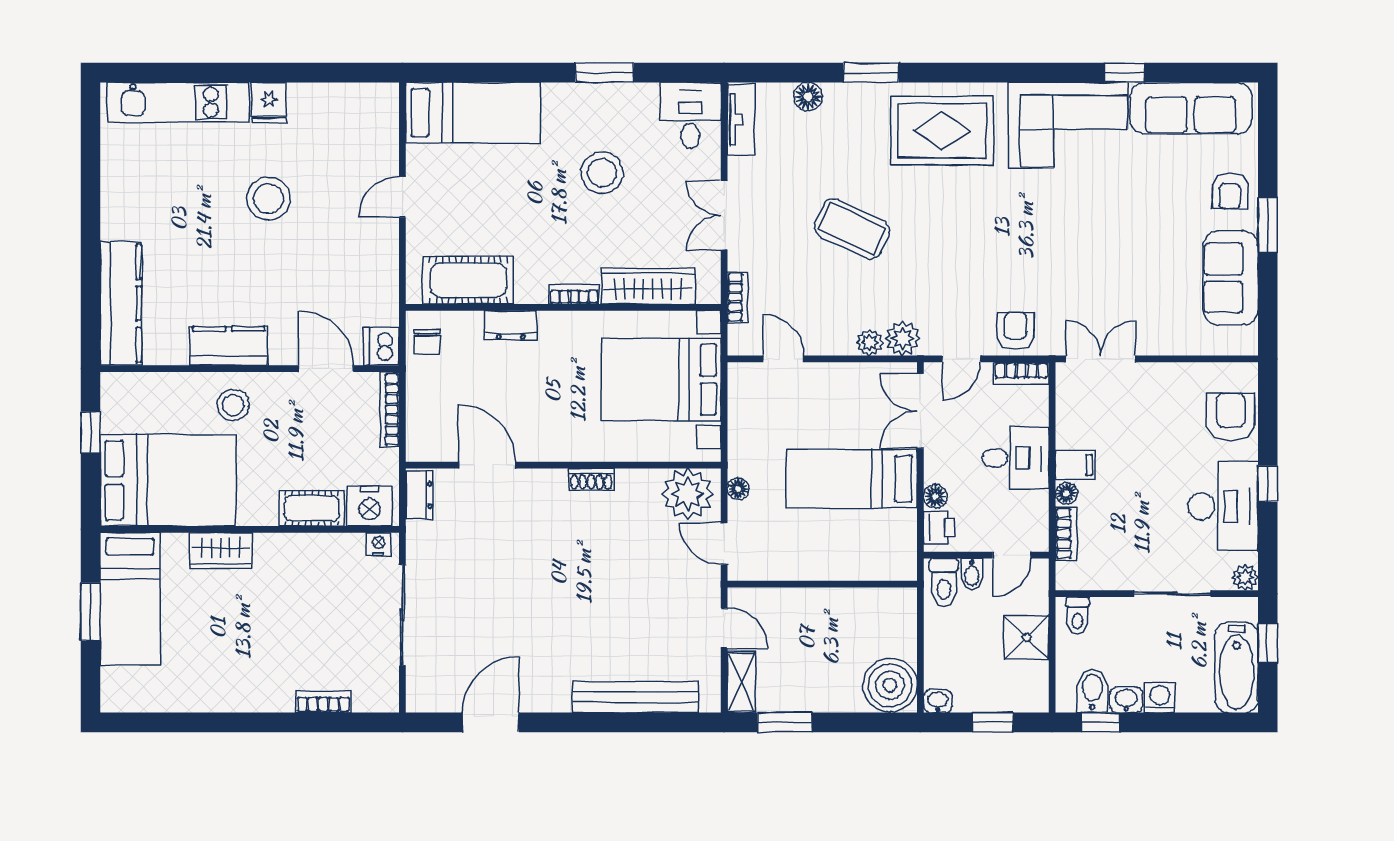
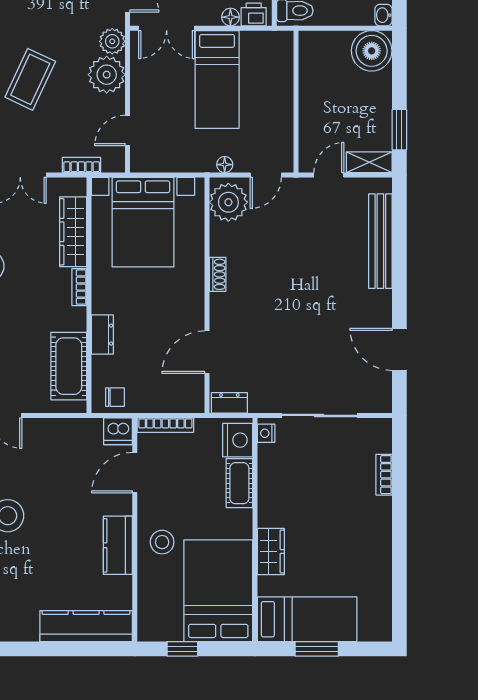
plant: (870, 342) -> (107, 75), width x1.87, depth x1.87

